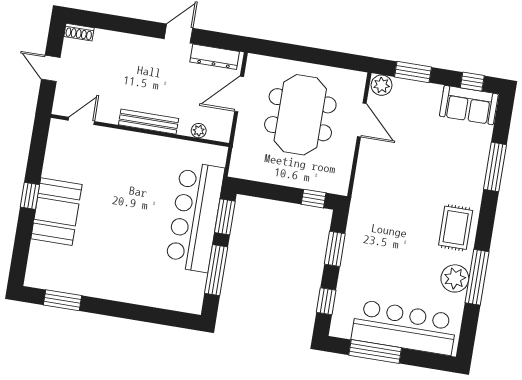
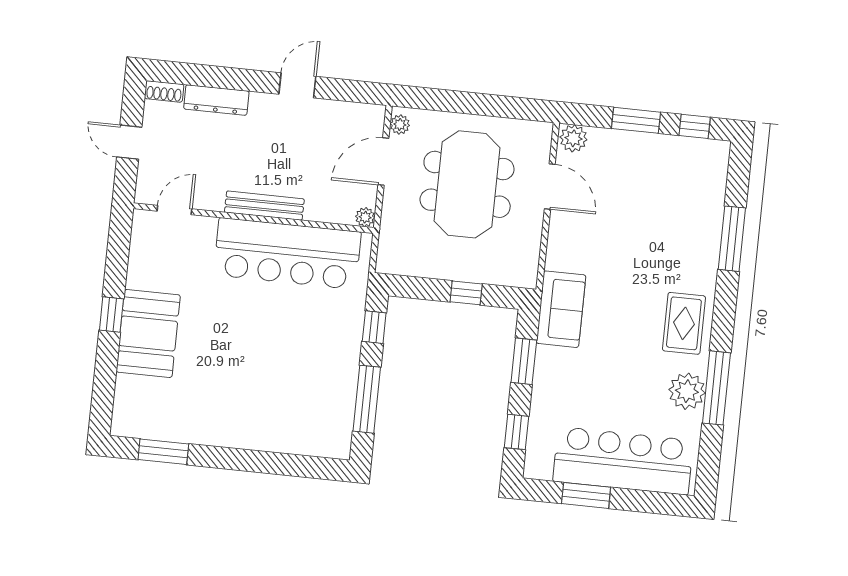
dresser: (215, 57) -> (216, 100), moved
plant: (253, 67) -> (400, 125), added
window: (413, 72) -> (636, 120), moved
sofa: (469, 105) -> (561, 309), moved, turned -90
plant: (199, 131) -> (365, 217), moved
window: (314, 199) -> (466, 293), moved
bar counter: (195, 217) -> (287, 254), moved, turned -90
window: (225, 217) -> (374, 327), width x0.67
window: (375, 352) -> (586, 495), width x0.69

